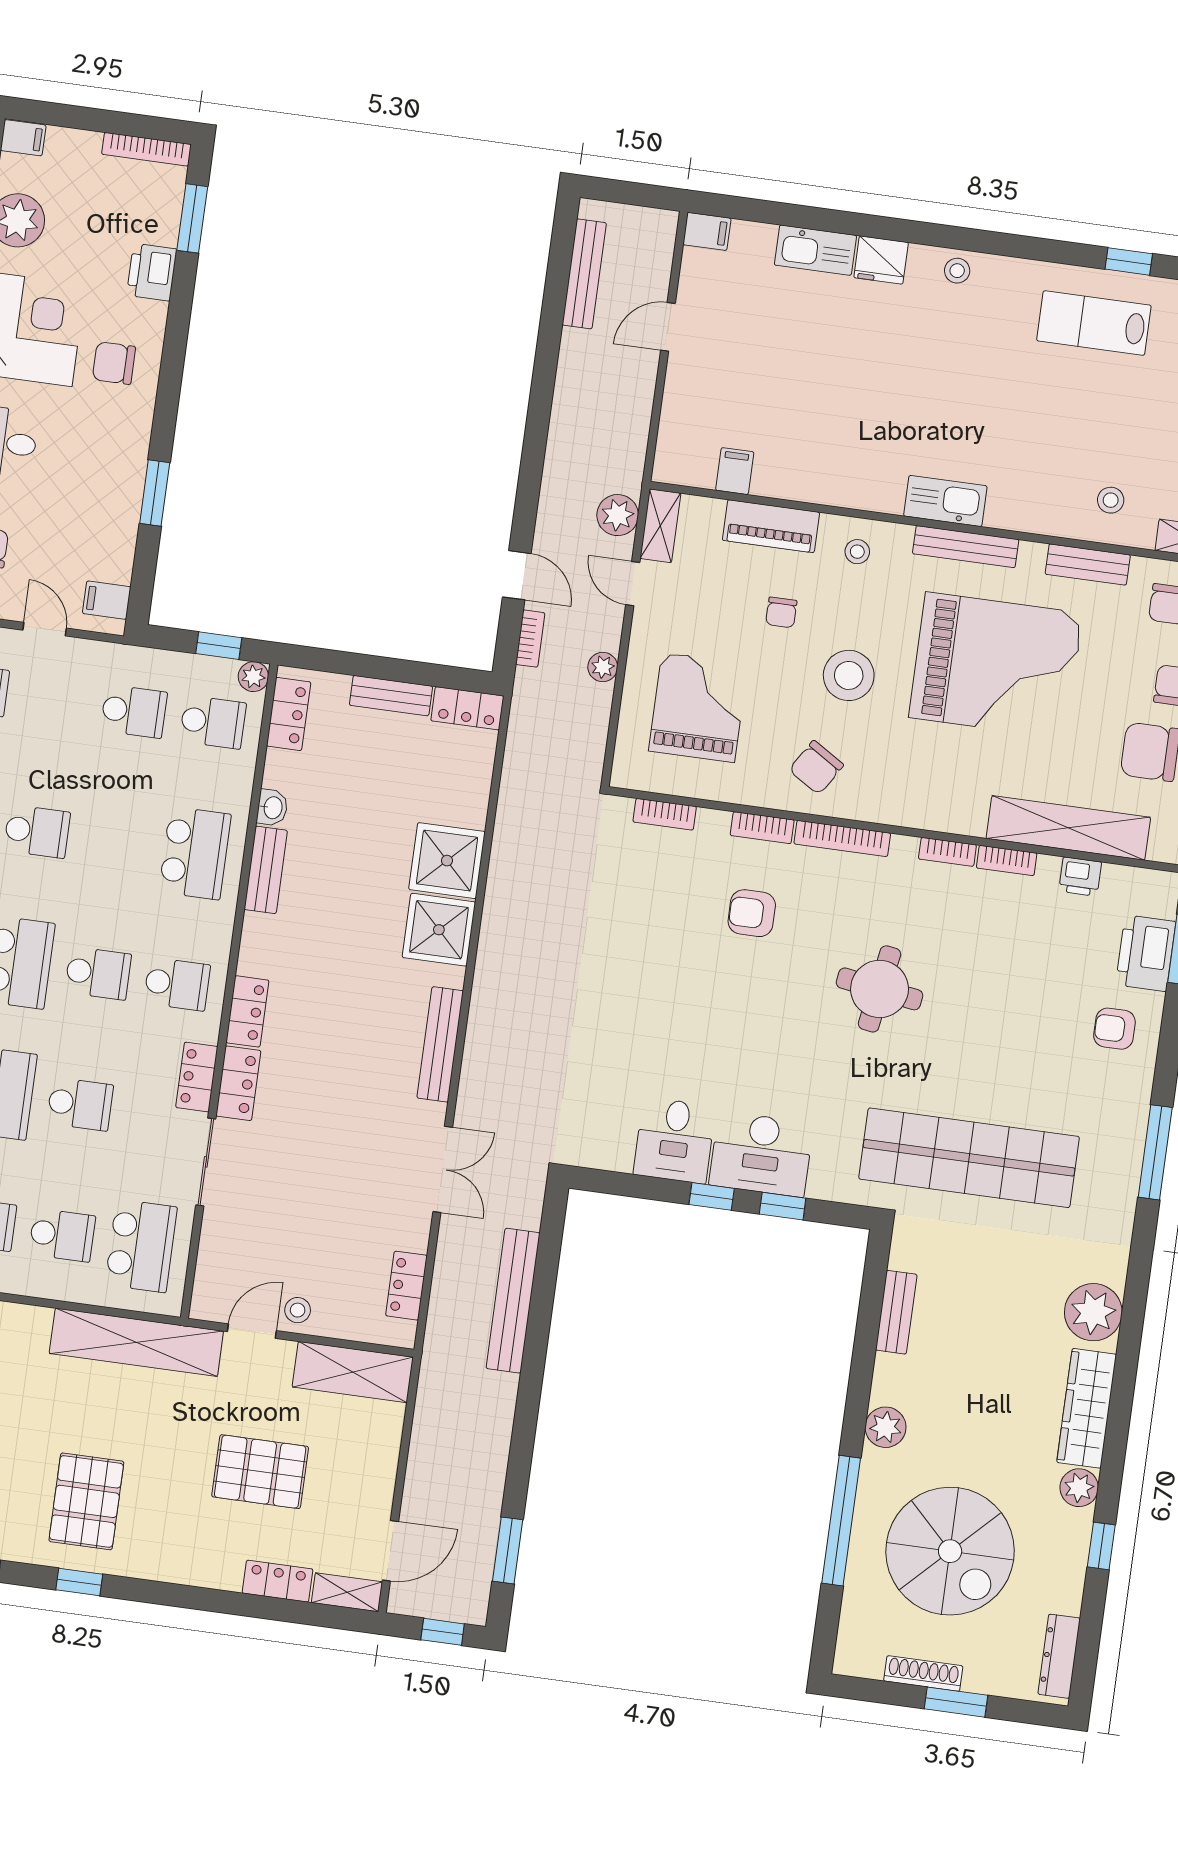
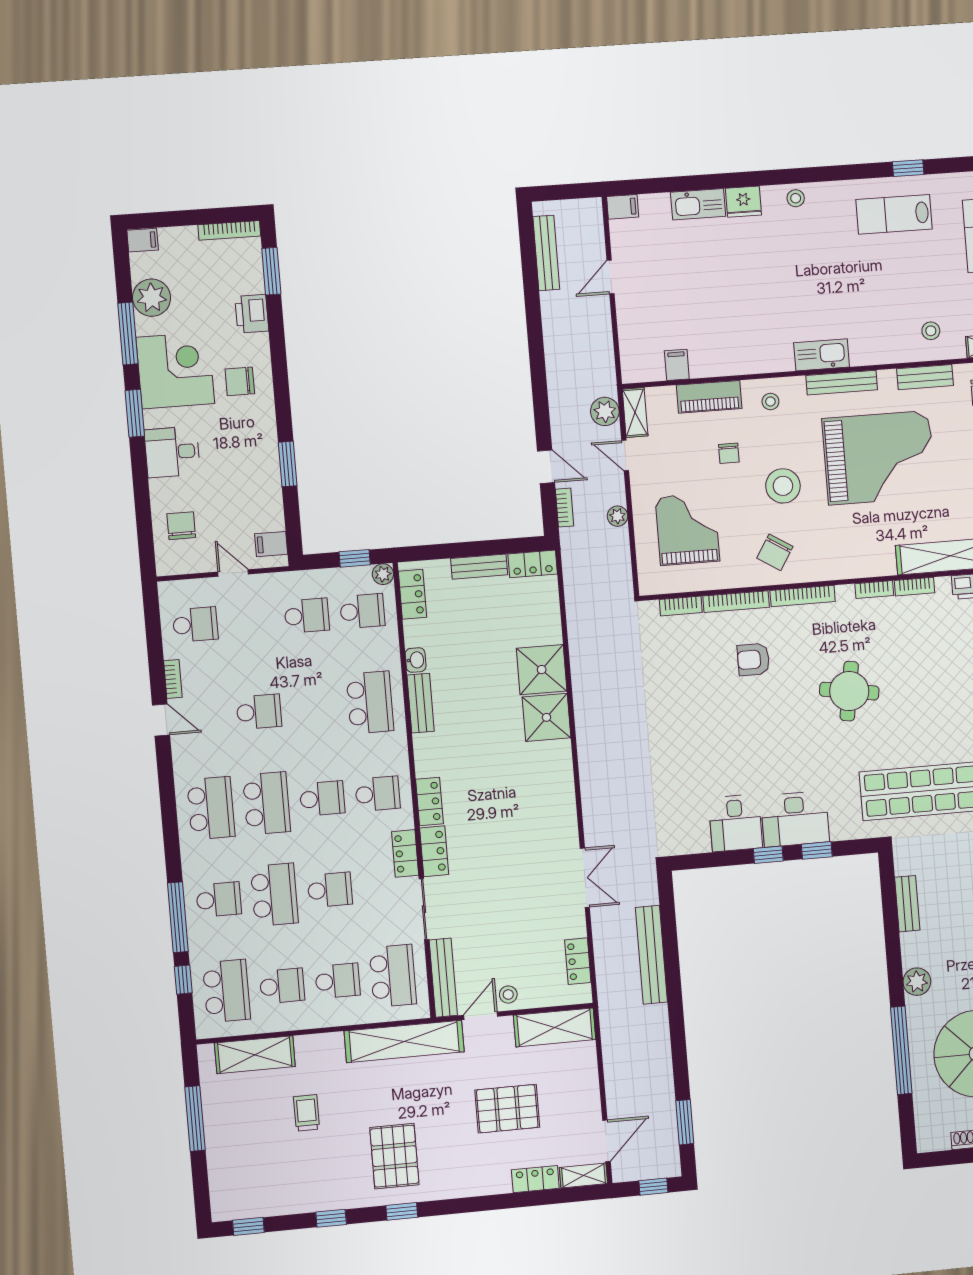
bookcase: (762, 828) -> (736, 602), width x1.56
bench: (440, 1044) -> (443, 978), moved

